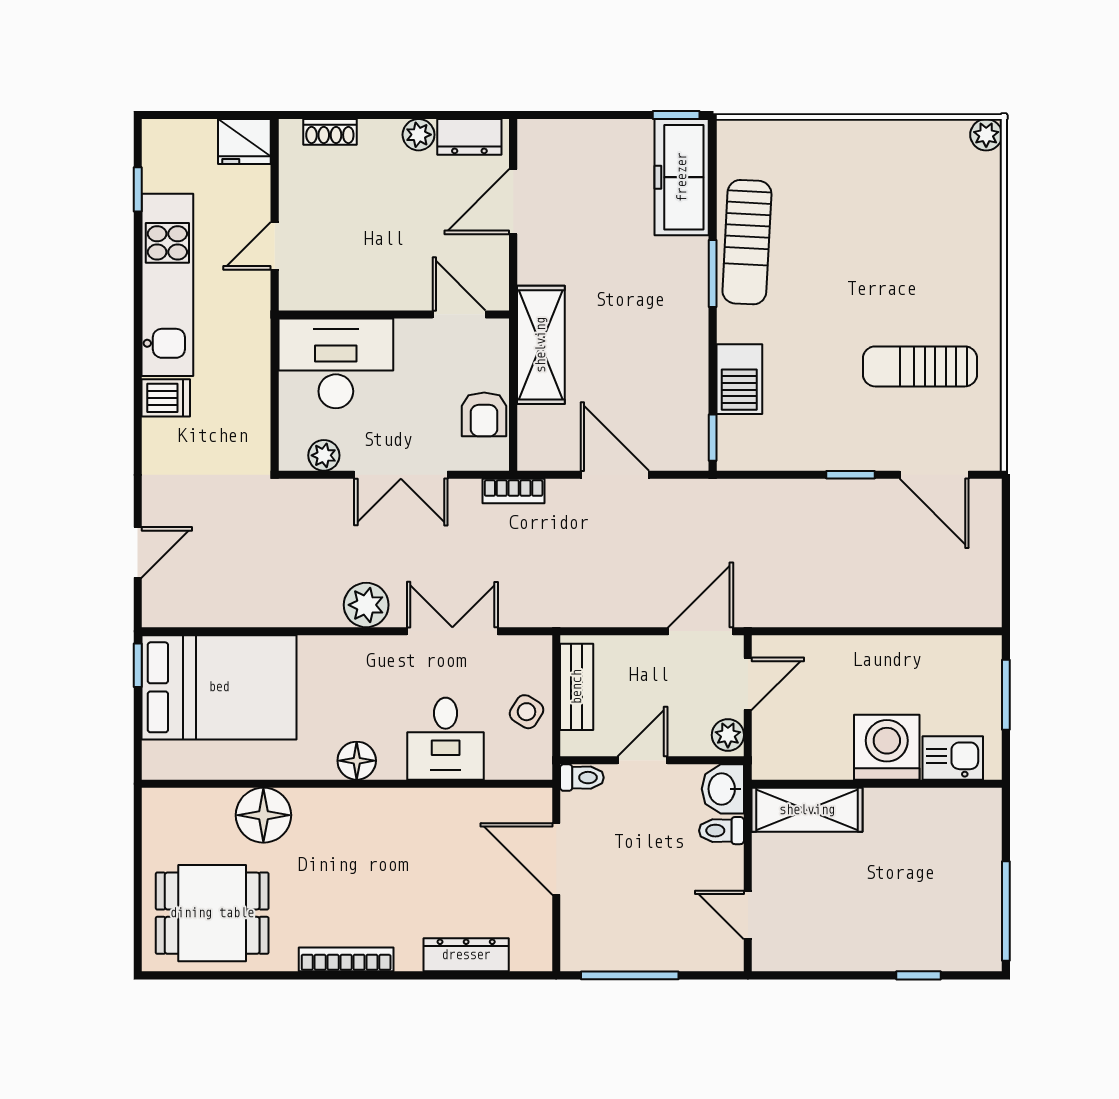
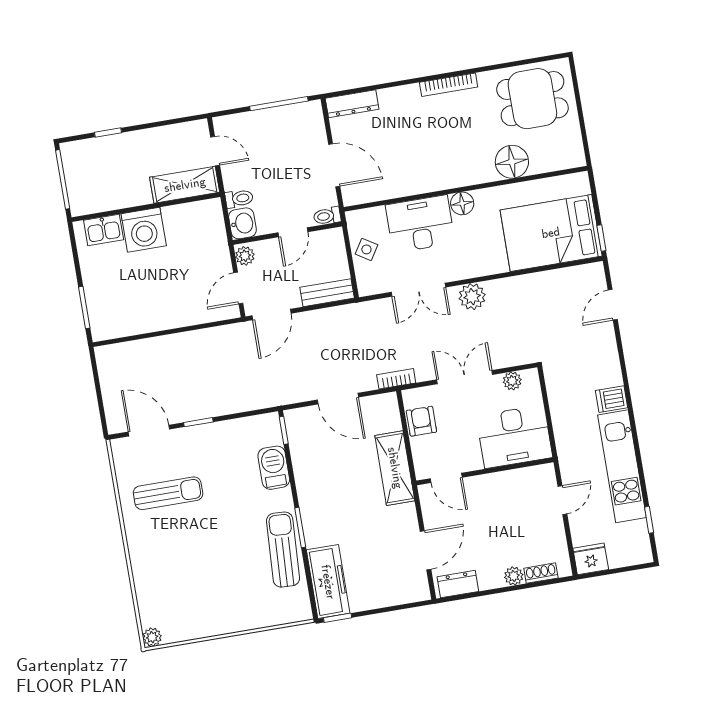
plant: (419, 135) -> (514, 576), moved
bench: (577, 687) -> (327, 293), moved, turned 90
desk: (446, 739) -> (420, 224), width x1.37
washing machine: (887, 747) -> (144, 230), moved
kitchen sink: (953, 758) -> (104, 230), moved
wall: (877, 784) -> (146, 207), moved
shelving: (807, 810) -> (185, 185), moved
dresser: (466, 955) -> (352, 104), moved

